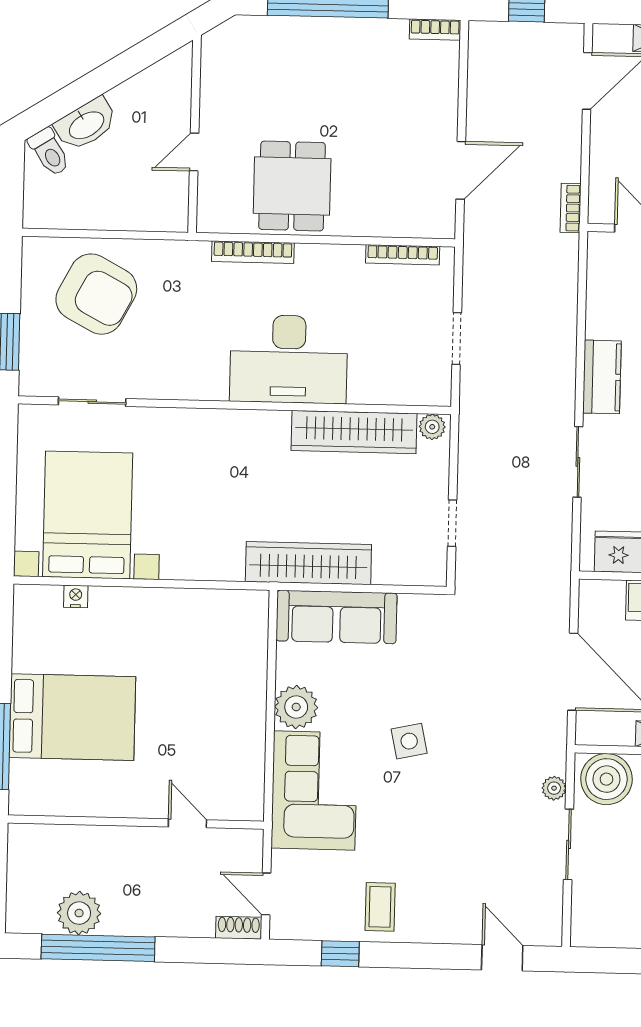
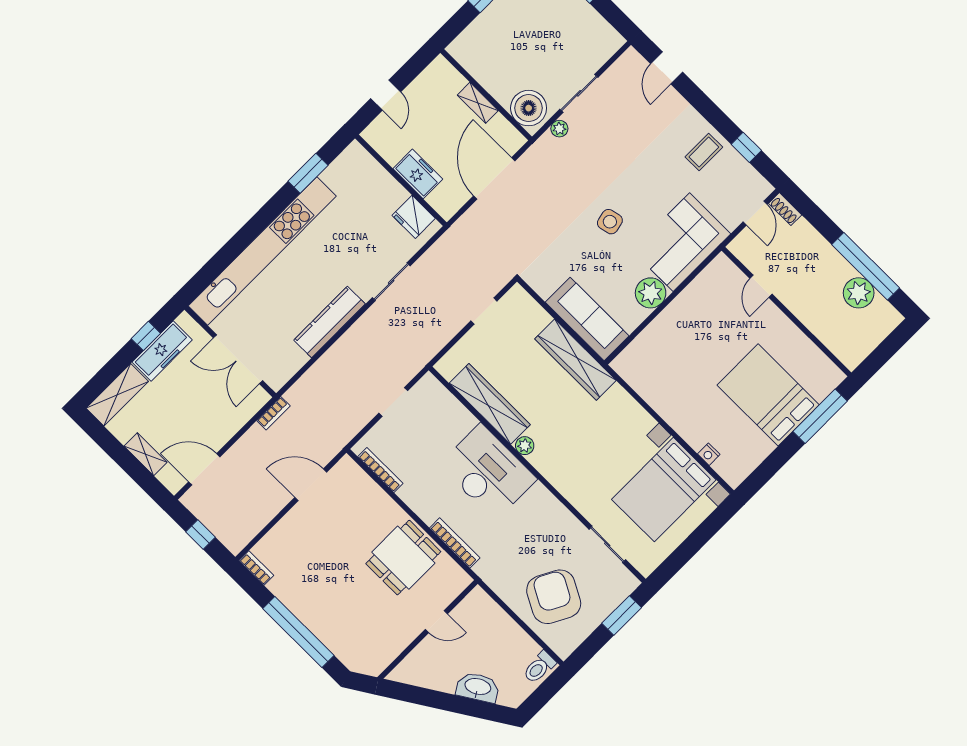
toilet: (49, 152) -> (539, 667), moved, turned -148
kitchen counter: (602, 377) -> (329, 322), width x1.50
plant: (432, 427) -> (525, 446), moved

